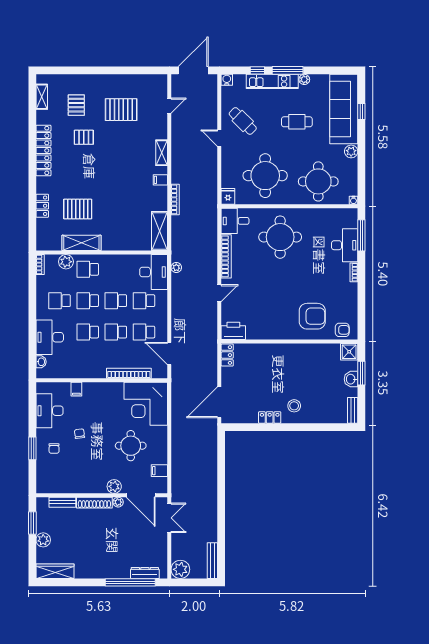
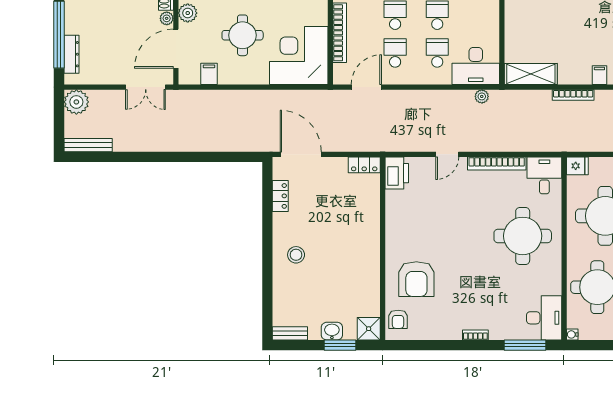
desk: (345, 245) -> (544, 318), moved, turned -90
door: (219, 293) -> (447, 154), hinge flipped
locker: (270, 417) -> (280, 196), moved

